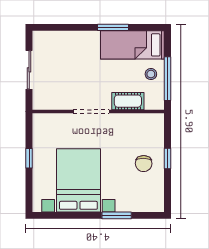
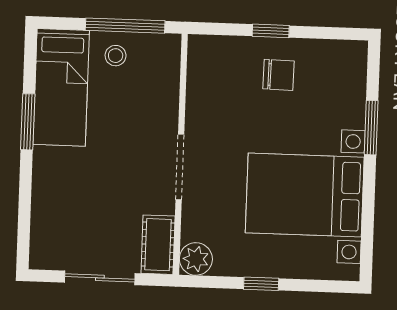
cot: (128, 101) -> (158, 245), moved
plant: (41, 122) -> (196, 259), added

